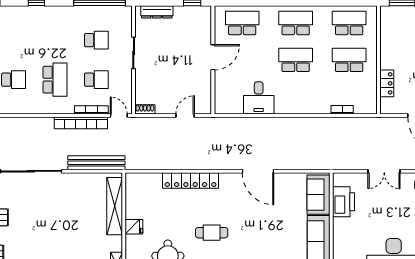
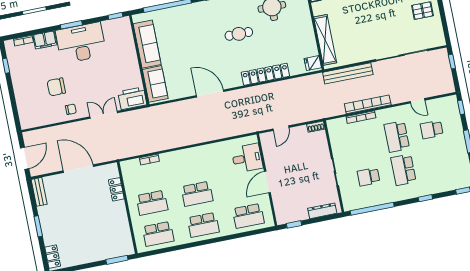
school desk: (96, 80) -> (403, 170), moved, width x1.85
desk: (259, 98) -> (247, 158), moved, turned 90
door: (119, 116) -> (418, 101), moved
printer: (343, 202) -> (132, 98), moved, turned 90
fridge: (134, 227) -> (313, 63), moved

